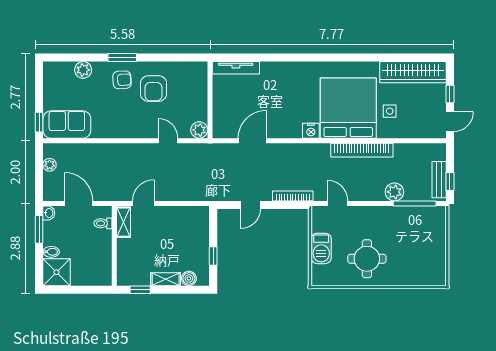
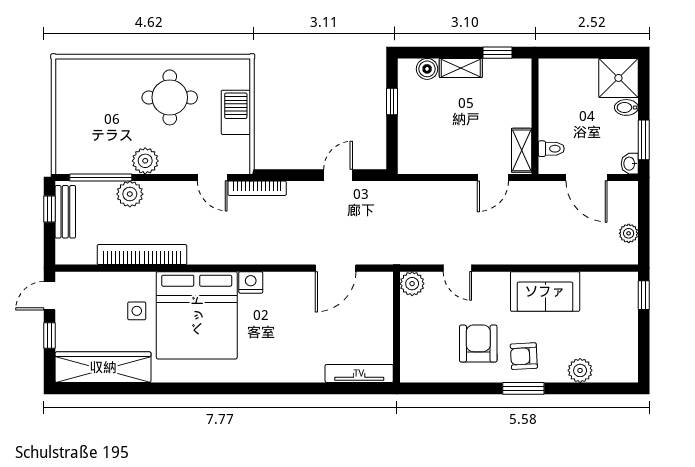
sofa: (67, 125) -> (545, 291), moved
bookcase: (362, 150) -> (142, 255), moved
bookcase: (293, 196) -> (257, 188), moved
plant: (384, 215) -> (145, 161), added

